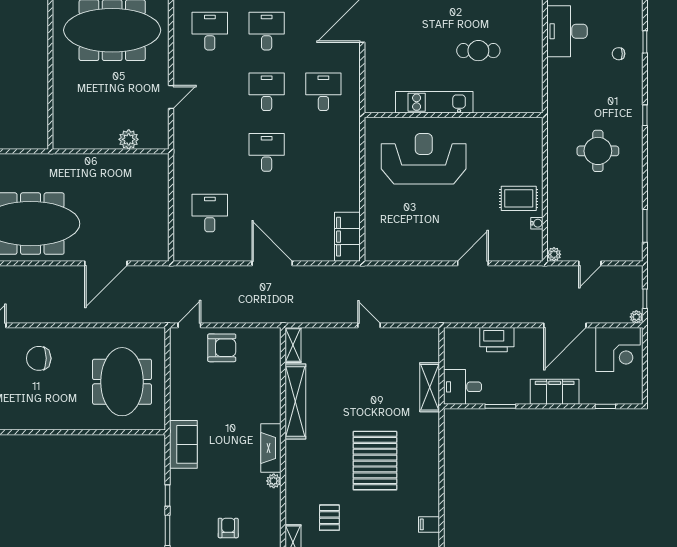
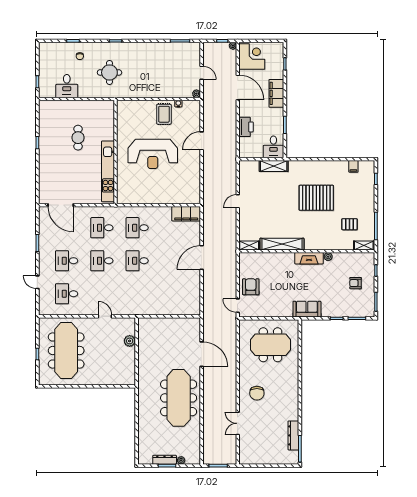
desk: (567, 31) -> (67, 86), width x0.73
kitchen unit: (434, 102) -> (108, 171), width x1.36
round table: (598, 151) -> (109, 72), moved
reception desk: (424, 159) -> (153, 154), moved, turned -90
desk: (210, 213) -> (137, 228), moved
door: (473, 263) -> (202, 141), hinge flipped

